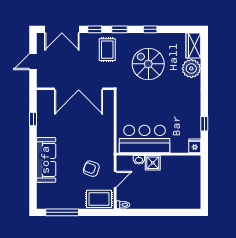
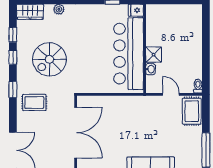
window: (95, 29) -> (13, 35), moved
plant: (191, 69) -> (59, 9), width x0.53, depth x0.53
bar counter: (144, 139) -> (129, 54), width x1.36
armchair: (91, 169) -> (160, 119), removed

